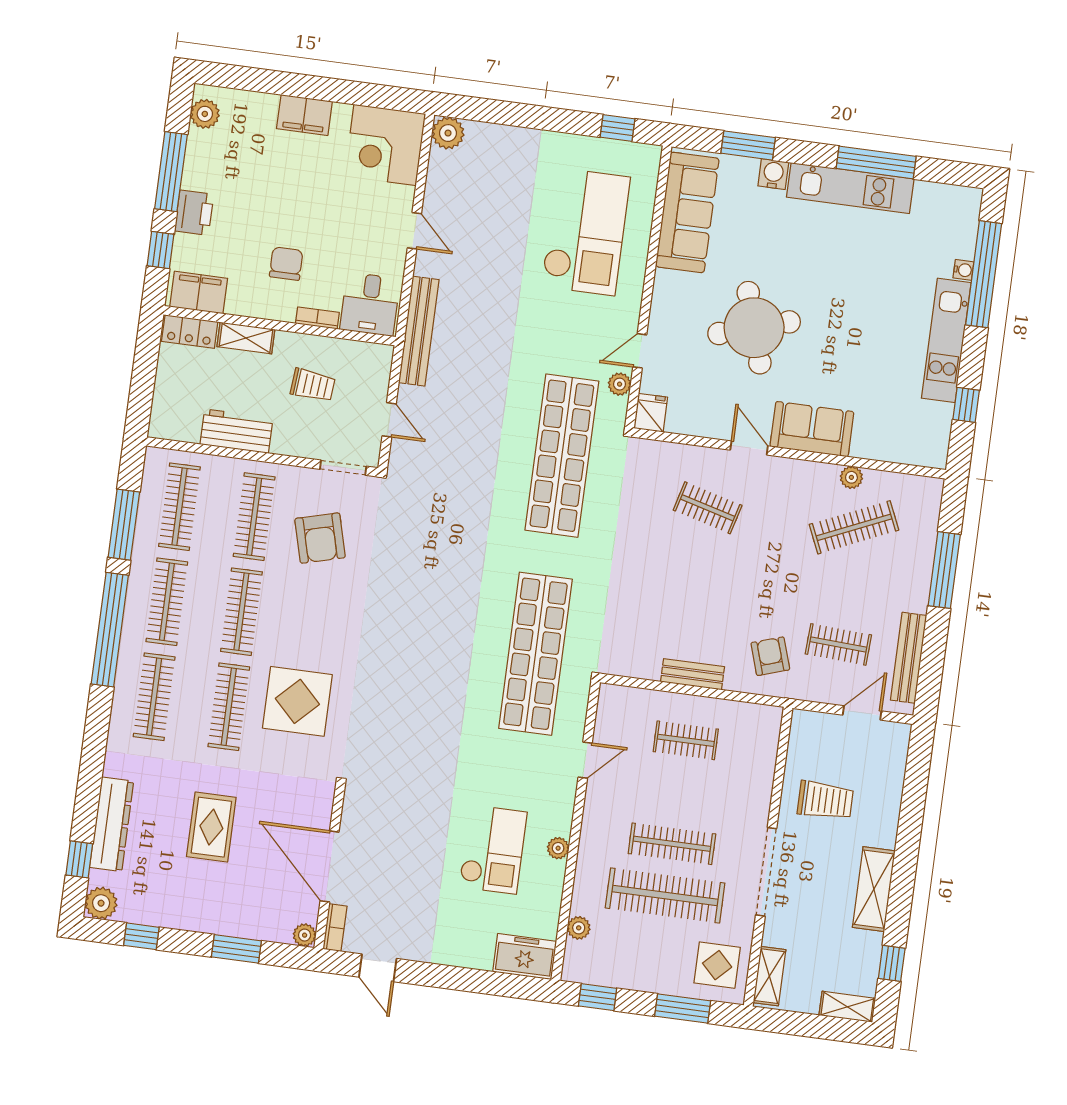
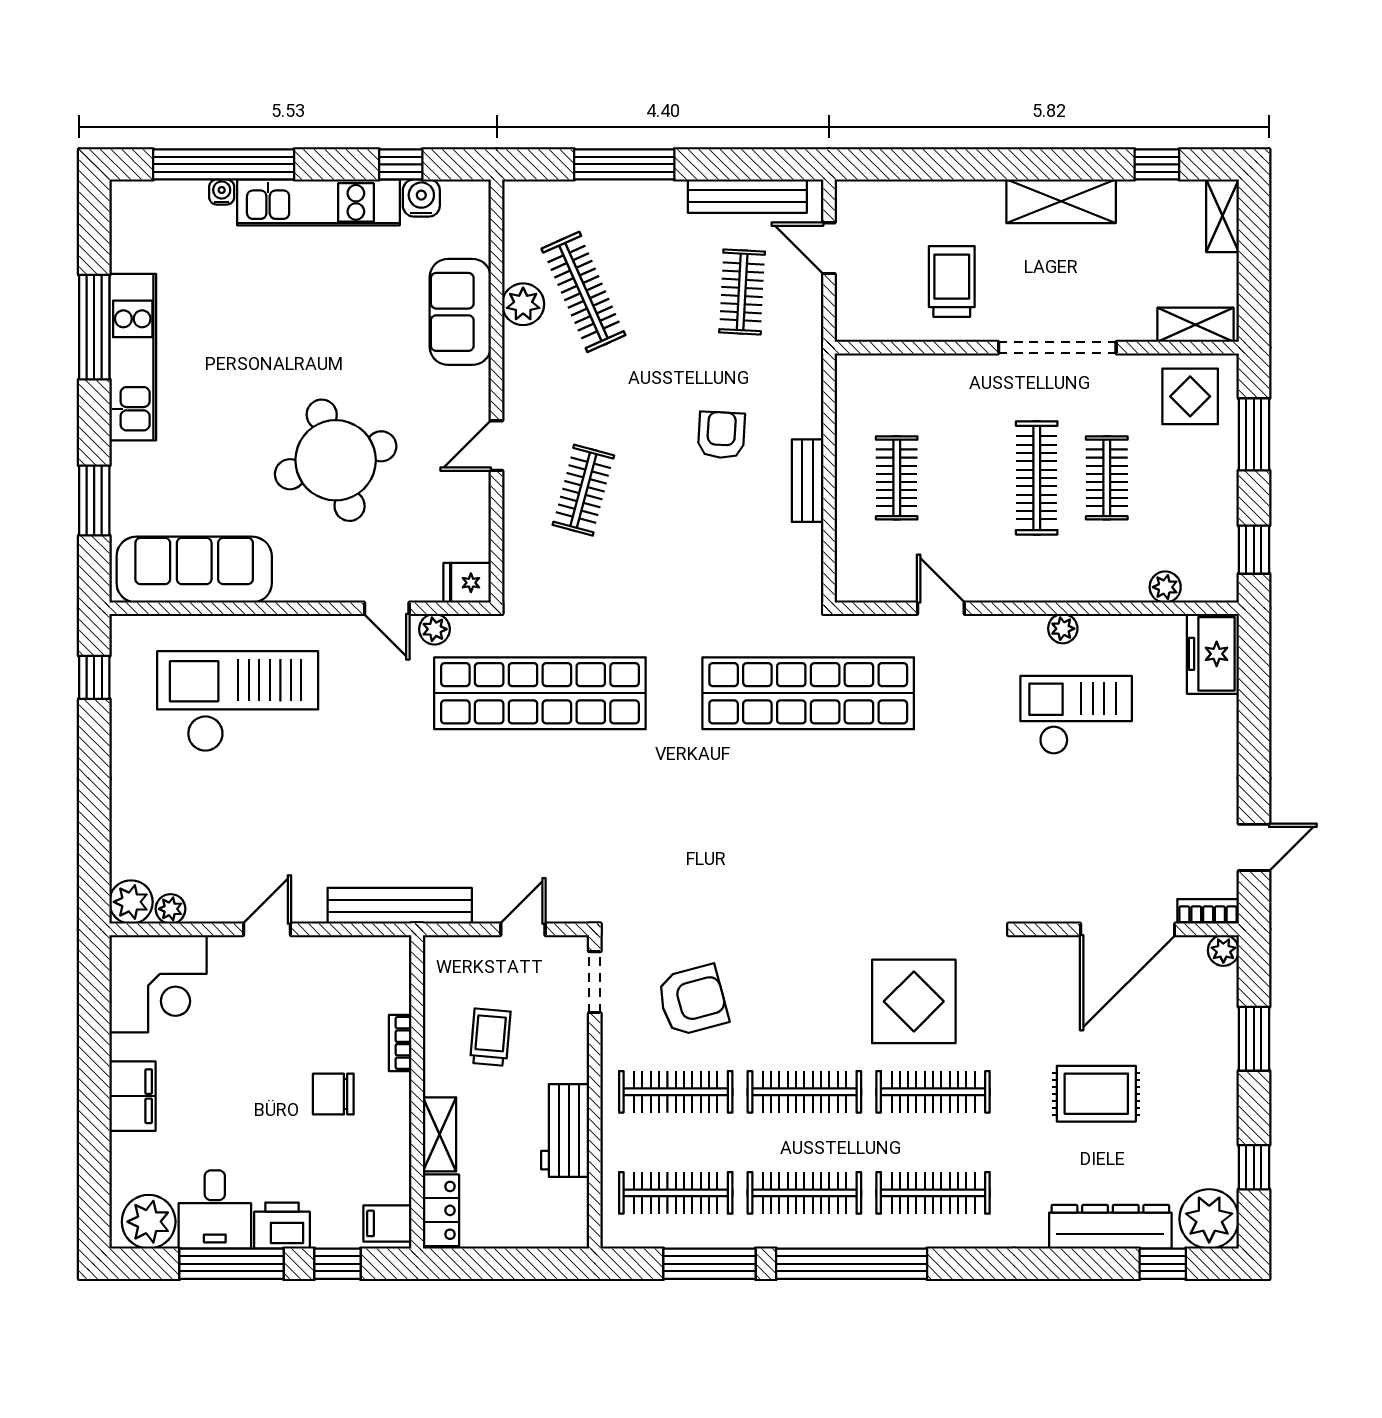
plant: (205, 114) -> (149, 1222), width x1.36, depth x1.36
plant: (439, 162) -> (171, 909), added
water cooler: (773, 174) -> (421, 198), moved, turned 90
filing cabinet: (199, 293) -> (387, 1223), width x0.50
desk: (370, 304) -> (215, 1209), moved, turned 90
sofa: (812, 429) -> (460, 312), moved
plant: (851, 477) -> (523, 304), width x1.38, depth x1.38
armchair: (770, 656) -> (721, 435), moved, turned 111
clothes rail: (665, 895) -> (1107, 478), width x0.54, depth x0.76
plant: (101, 903) -> (1209, 1219), width x1.36, depth x1.36

